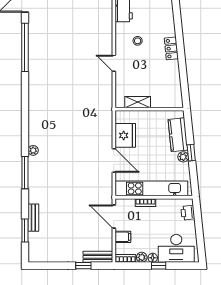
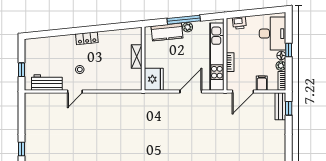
door: (114, 63) -> (75, 92), moved
shelving: (138, 102) -> (137, 57), moved
fridge: (125, 135) -> (154, 79), moved, turned 90
window: (191, 153) -> (184, 20), width x2.17
window: (83, 266) -> (289, 108), moved

